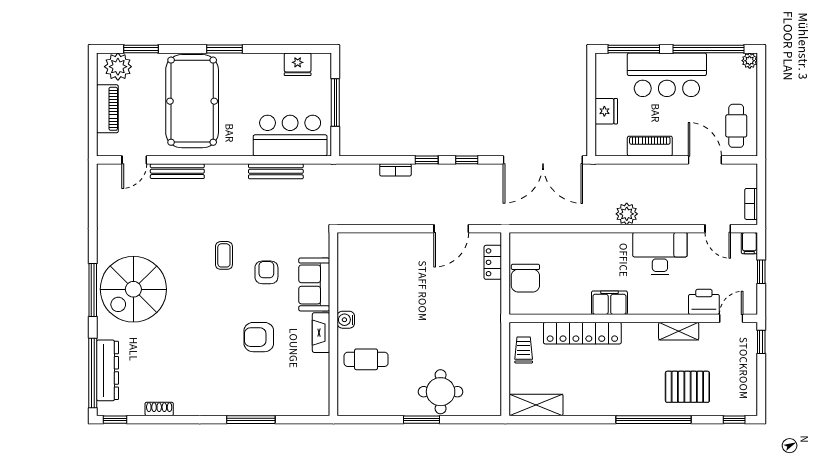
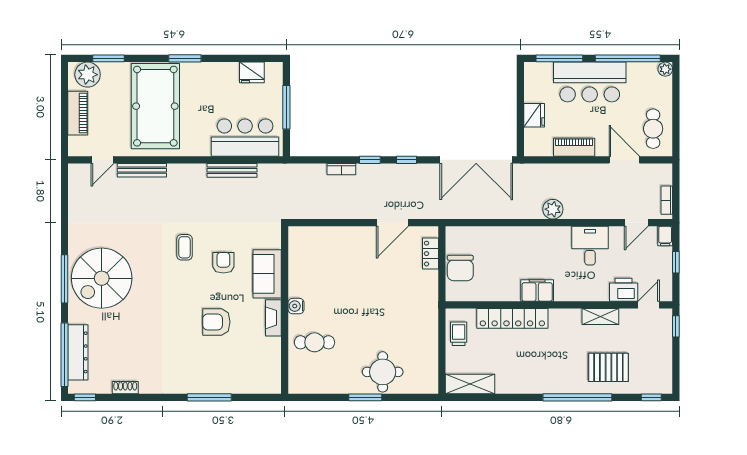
door: (718, 229) -> (636, 223), hinge flipped
desk: (660, 254) -> (590, 246), width x0.73

